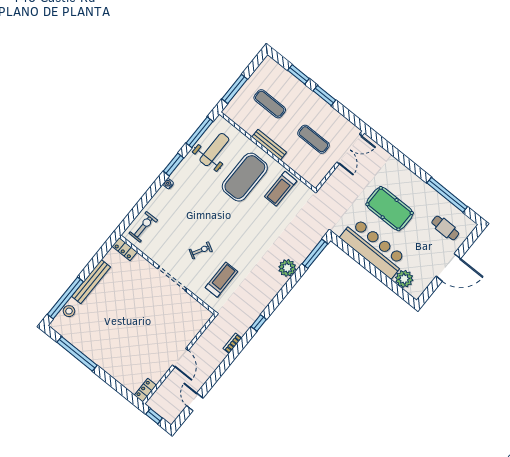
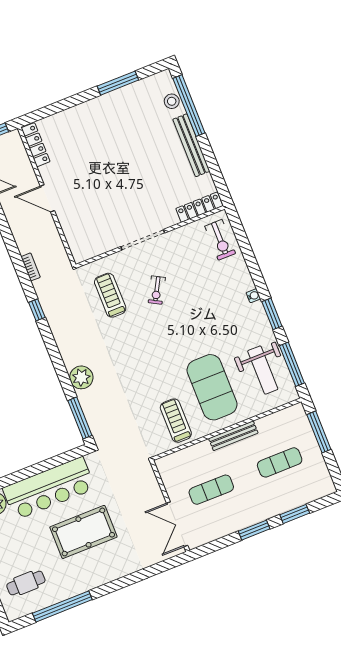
locker: (125, 249) -> (199, 207), width x1.53
treadmill: (222, 280) -> (110, 295), turned 180
window: (77, 354) -> (118, 83), width x0.68
locker: (145, 390) -> (36, 145), width x1.53

